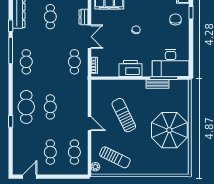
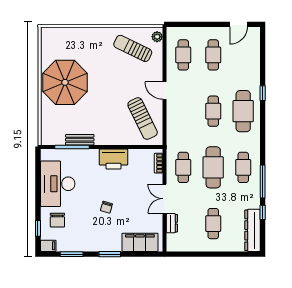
cafe table: (50, 62) -> (213, 167), added
desk: (171, 63) -> (58, 184), moved, turned -90
sun lounger: (124, 115) -> (143, 119), moved

